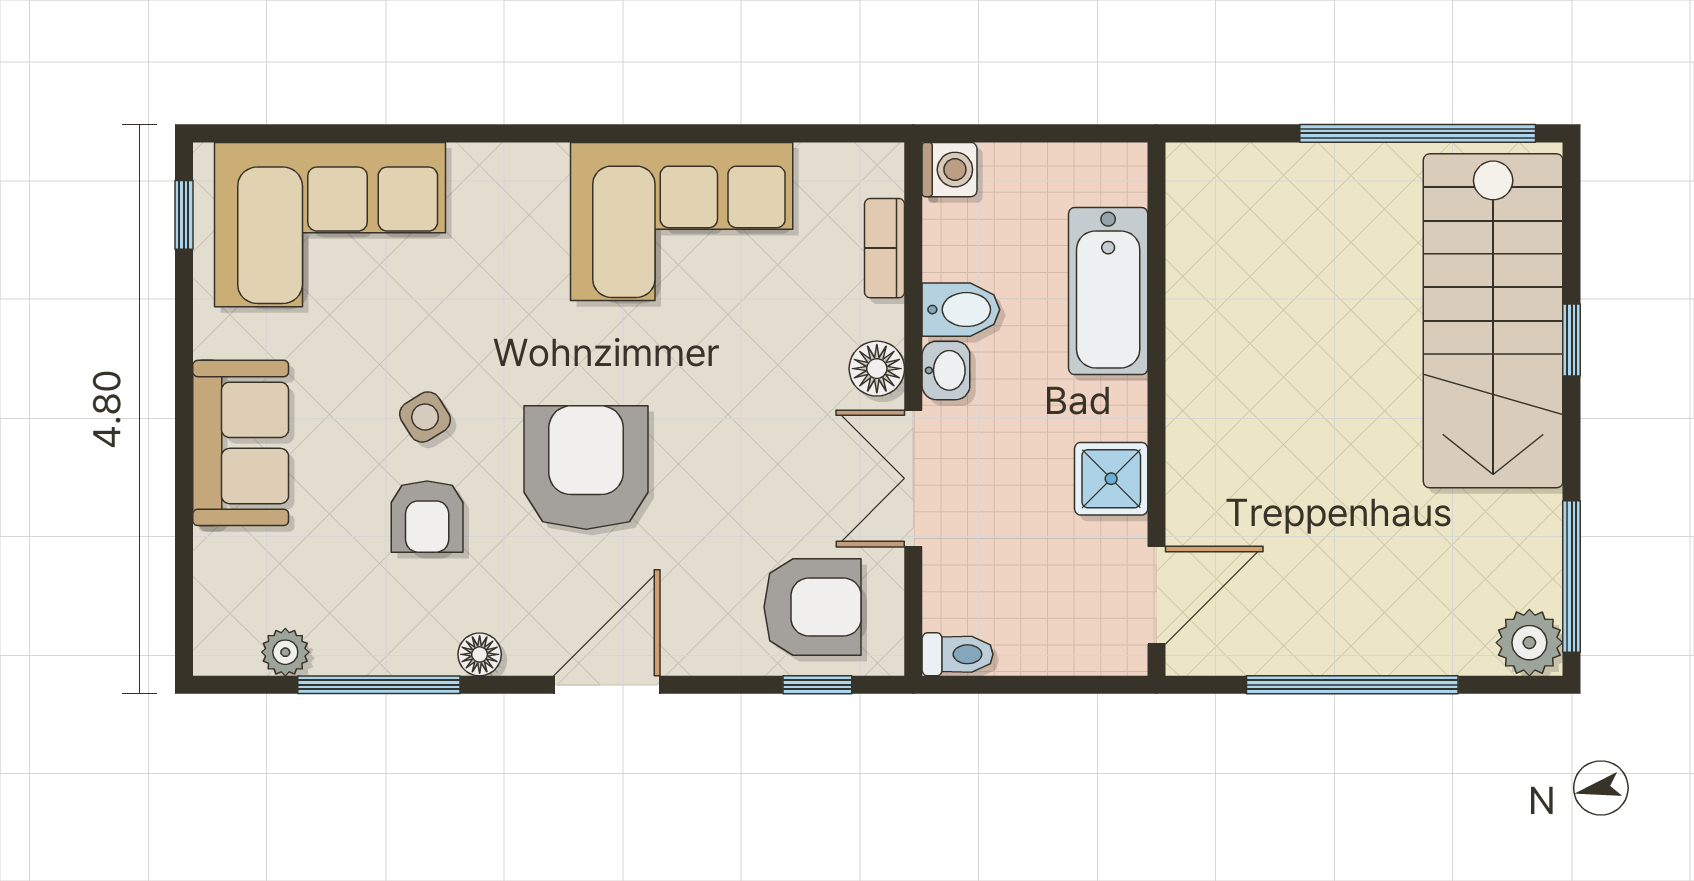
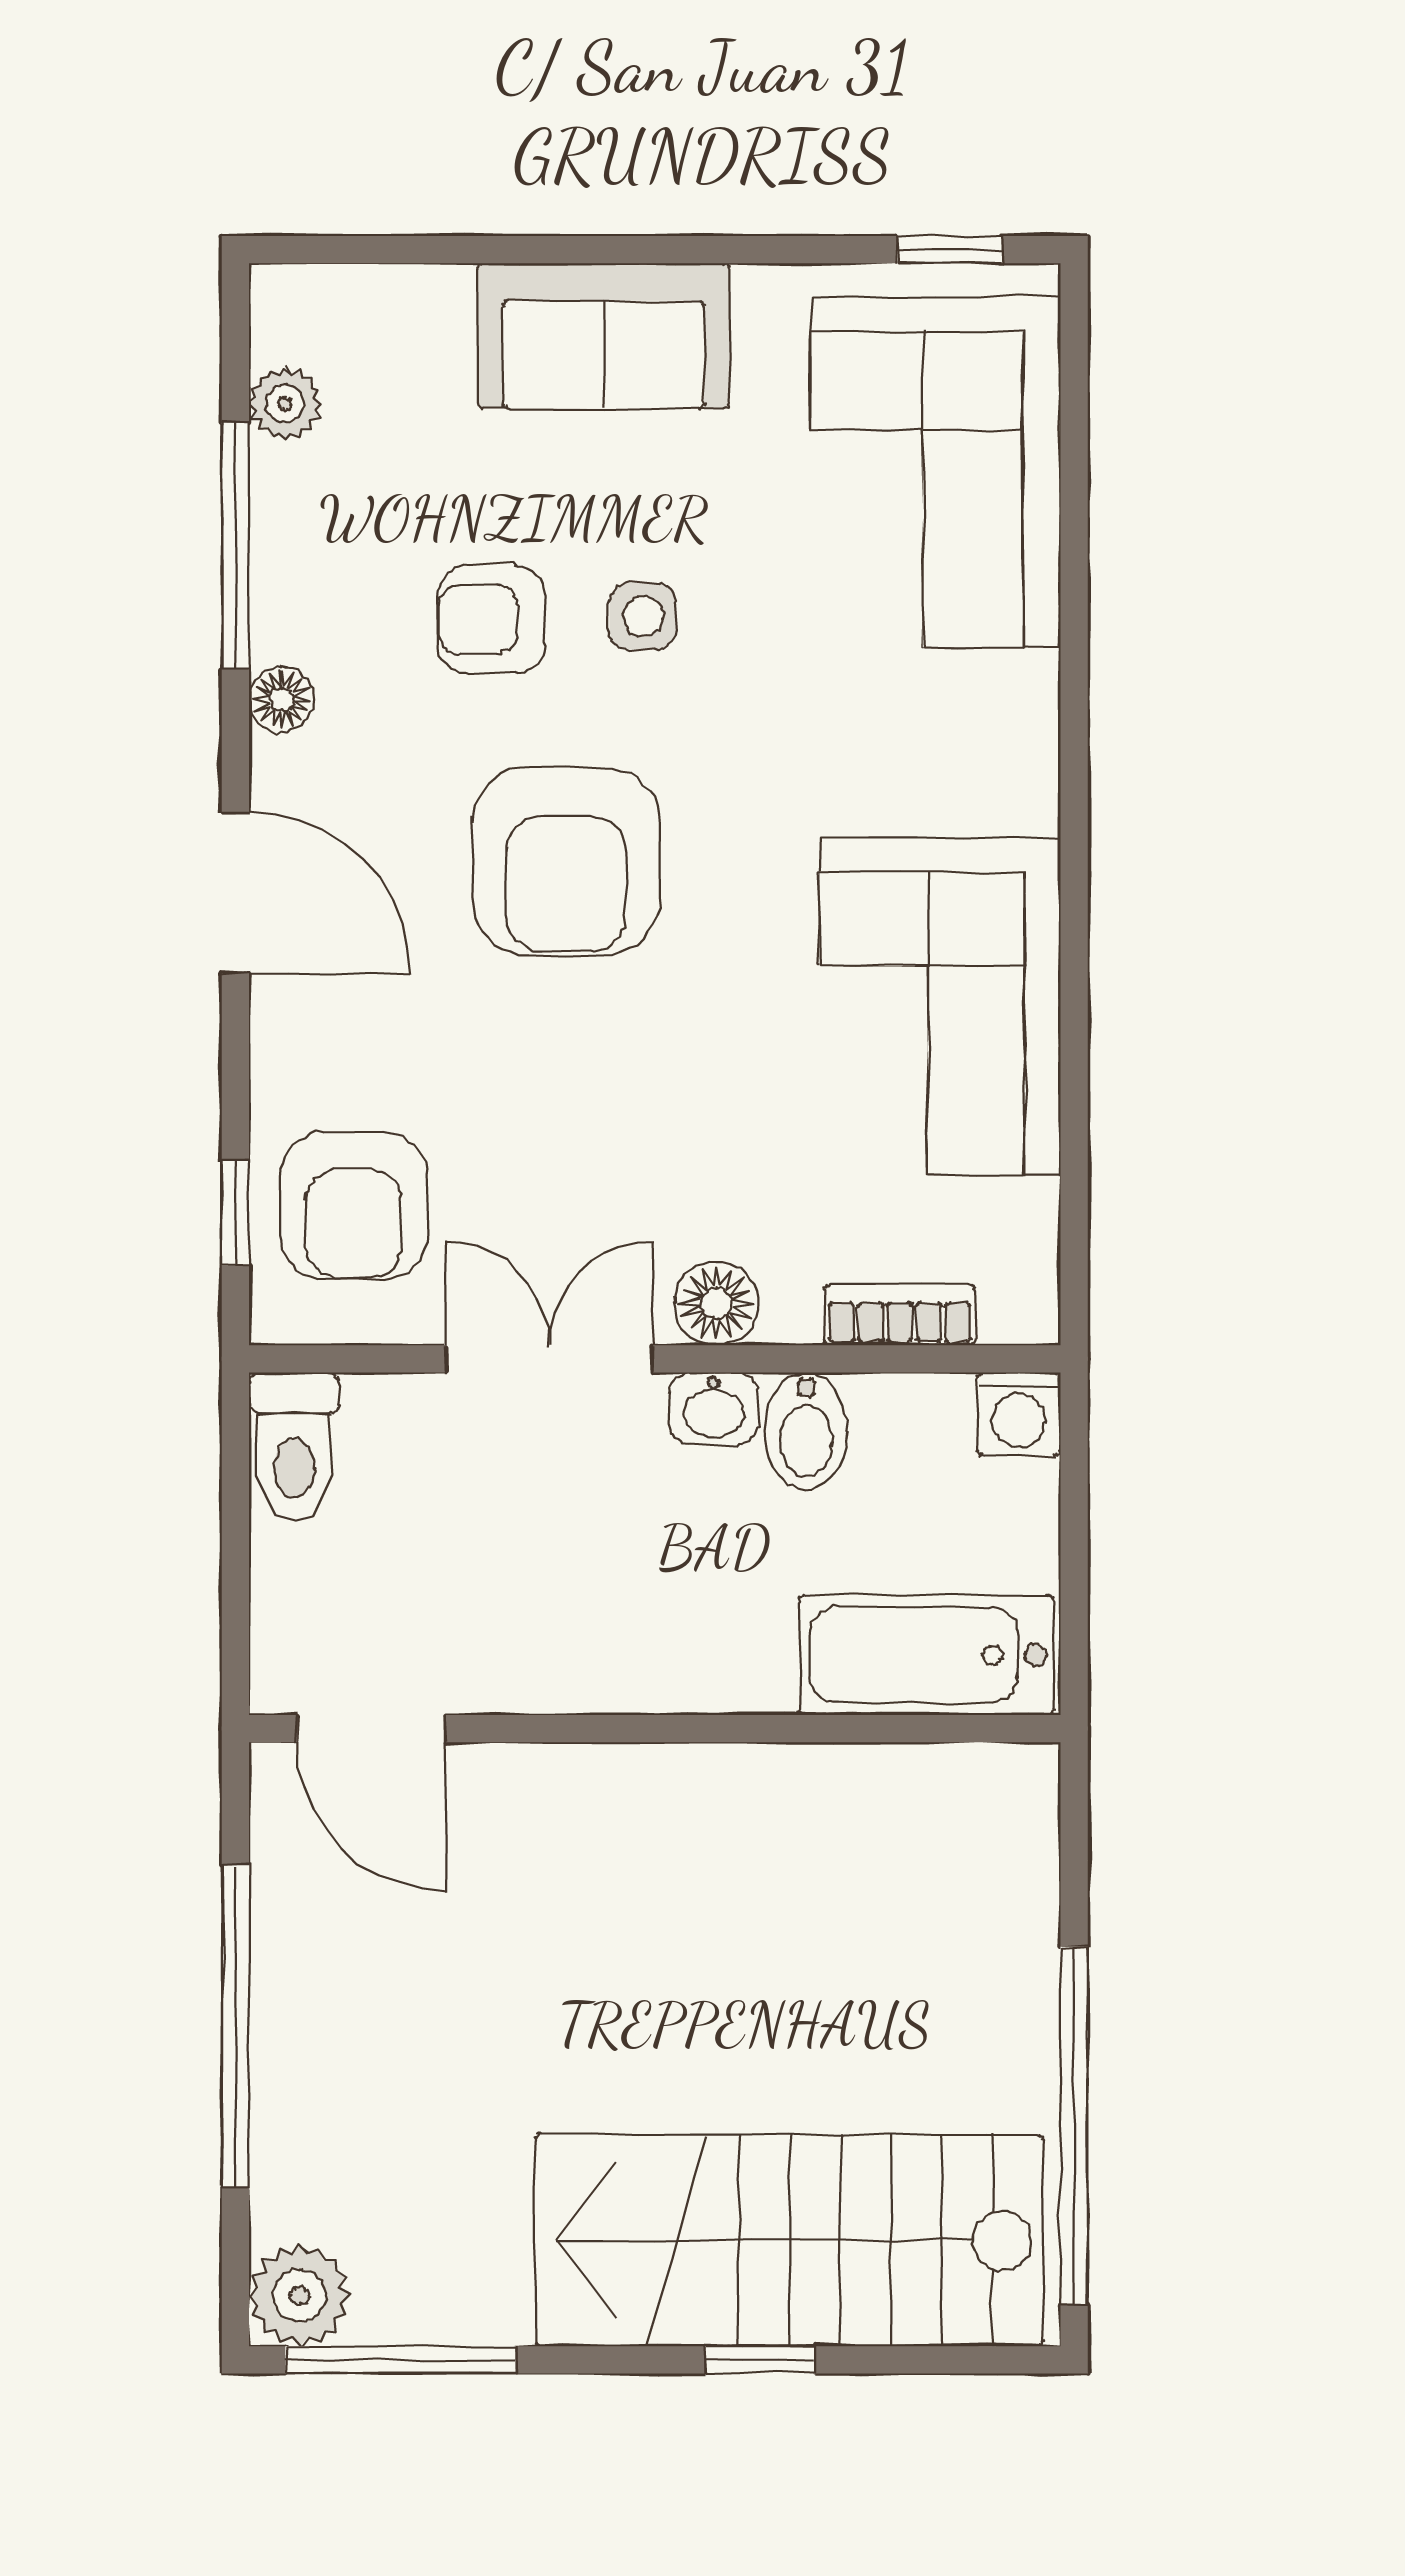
bathtub: (1108, 291) -> (926, 1655), moved
side table: (425, 417) -> (643, 616), turned 32
armchair: (586, 468) -> (566, 861), turned 90
shower: (1111, 479) -> (549, 1660), removed
toilet: (958, 654) -> (294, 1447), width x1.37, depth x1.39

